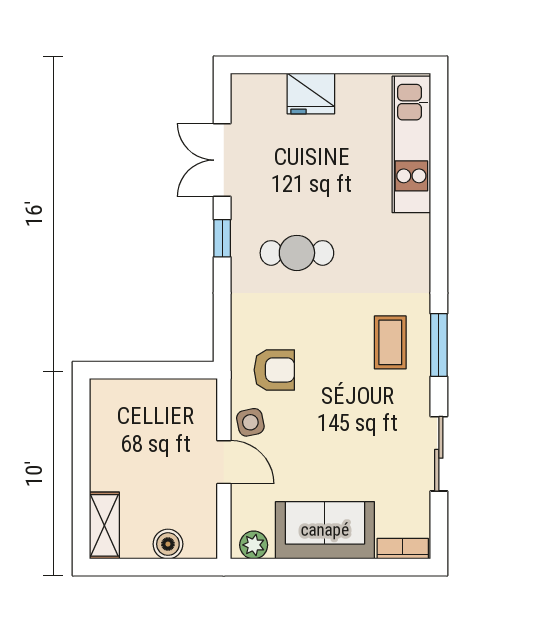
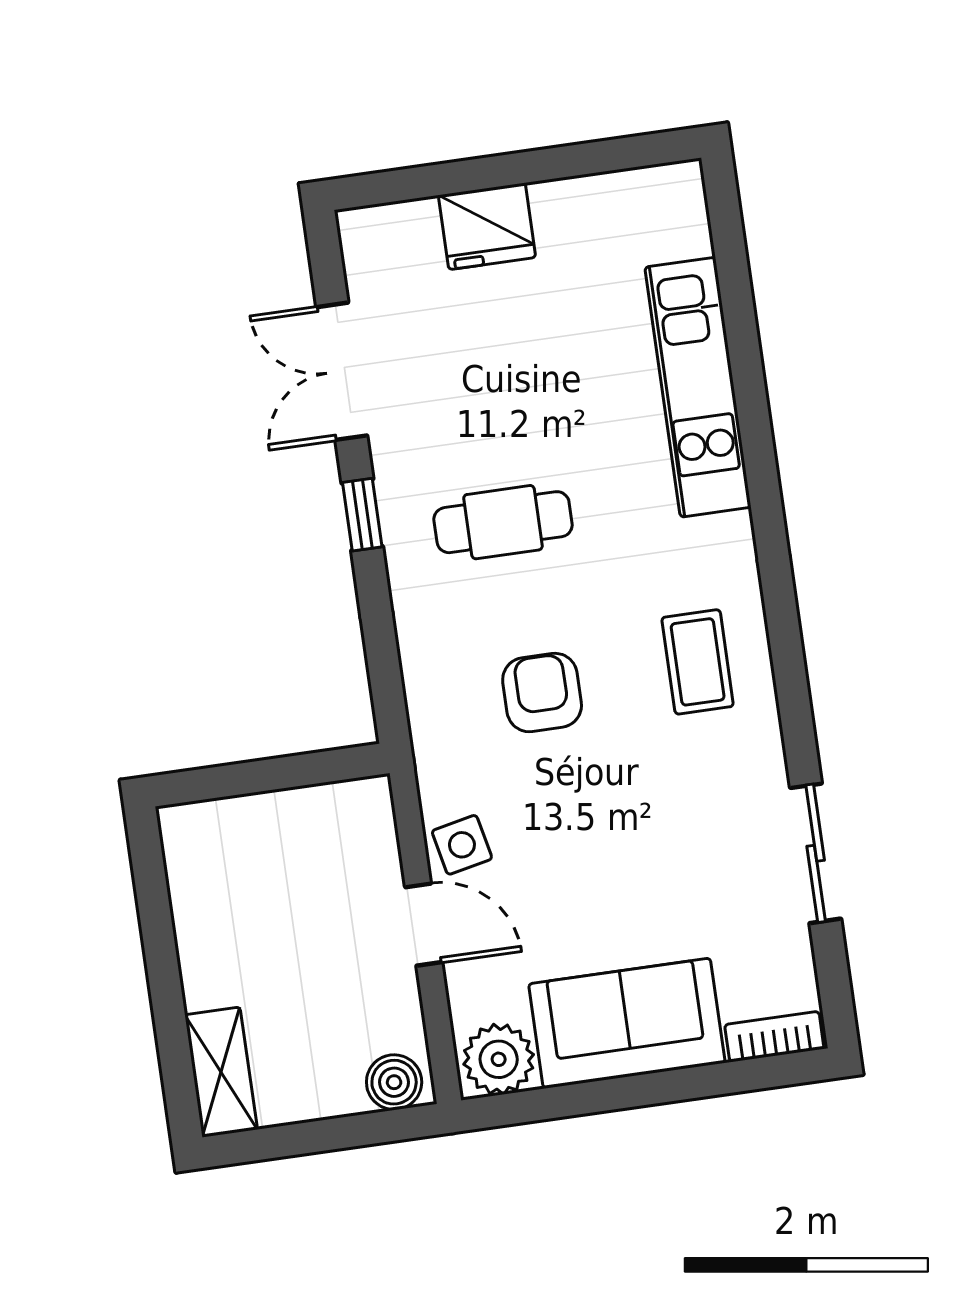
kitchen unit: (411, 144) -> (698, 387), moved
window: (439, 345) -> (787, 654), removed
armchair: (274, 370) -> (542, 693), moved, turned -90
boiler: (168, 544) -> (394, 1082), moved
plant: (254, 545) -> (499, 1059), width x1.38, depth x1.38

